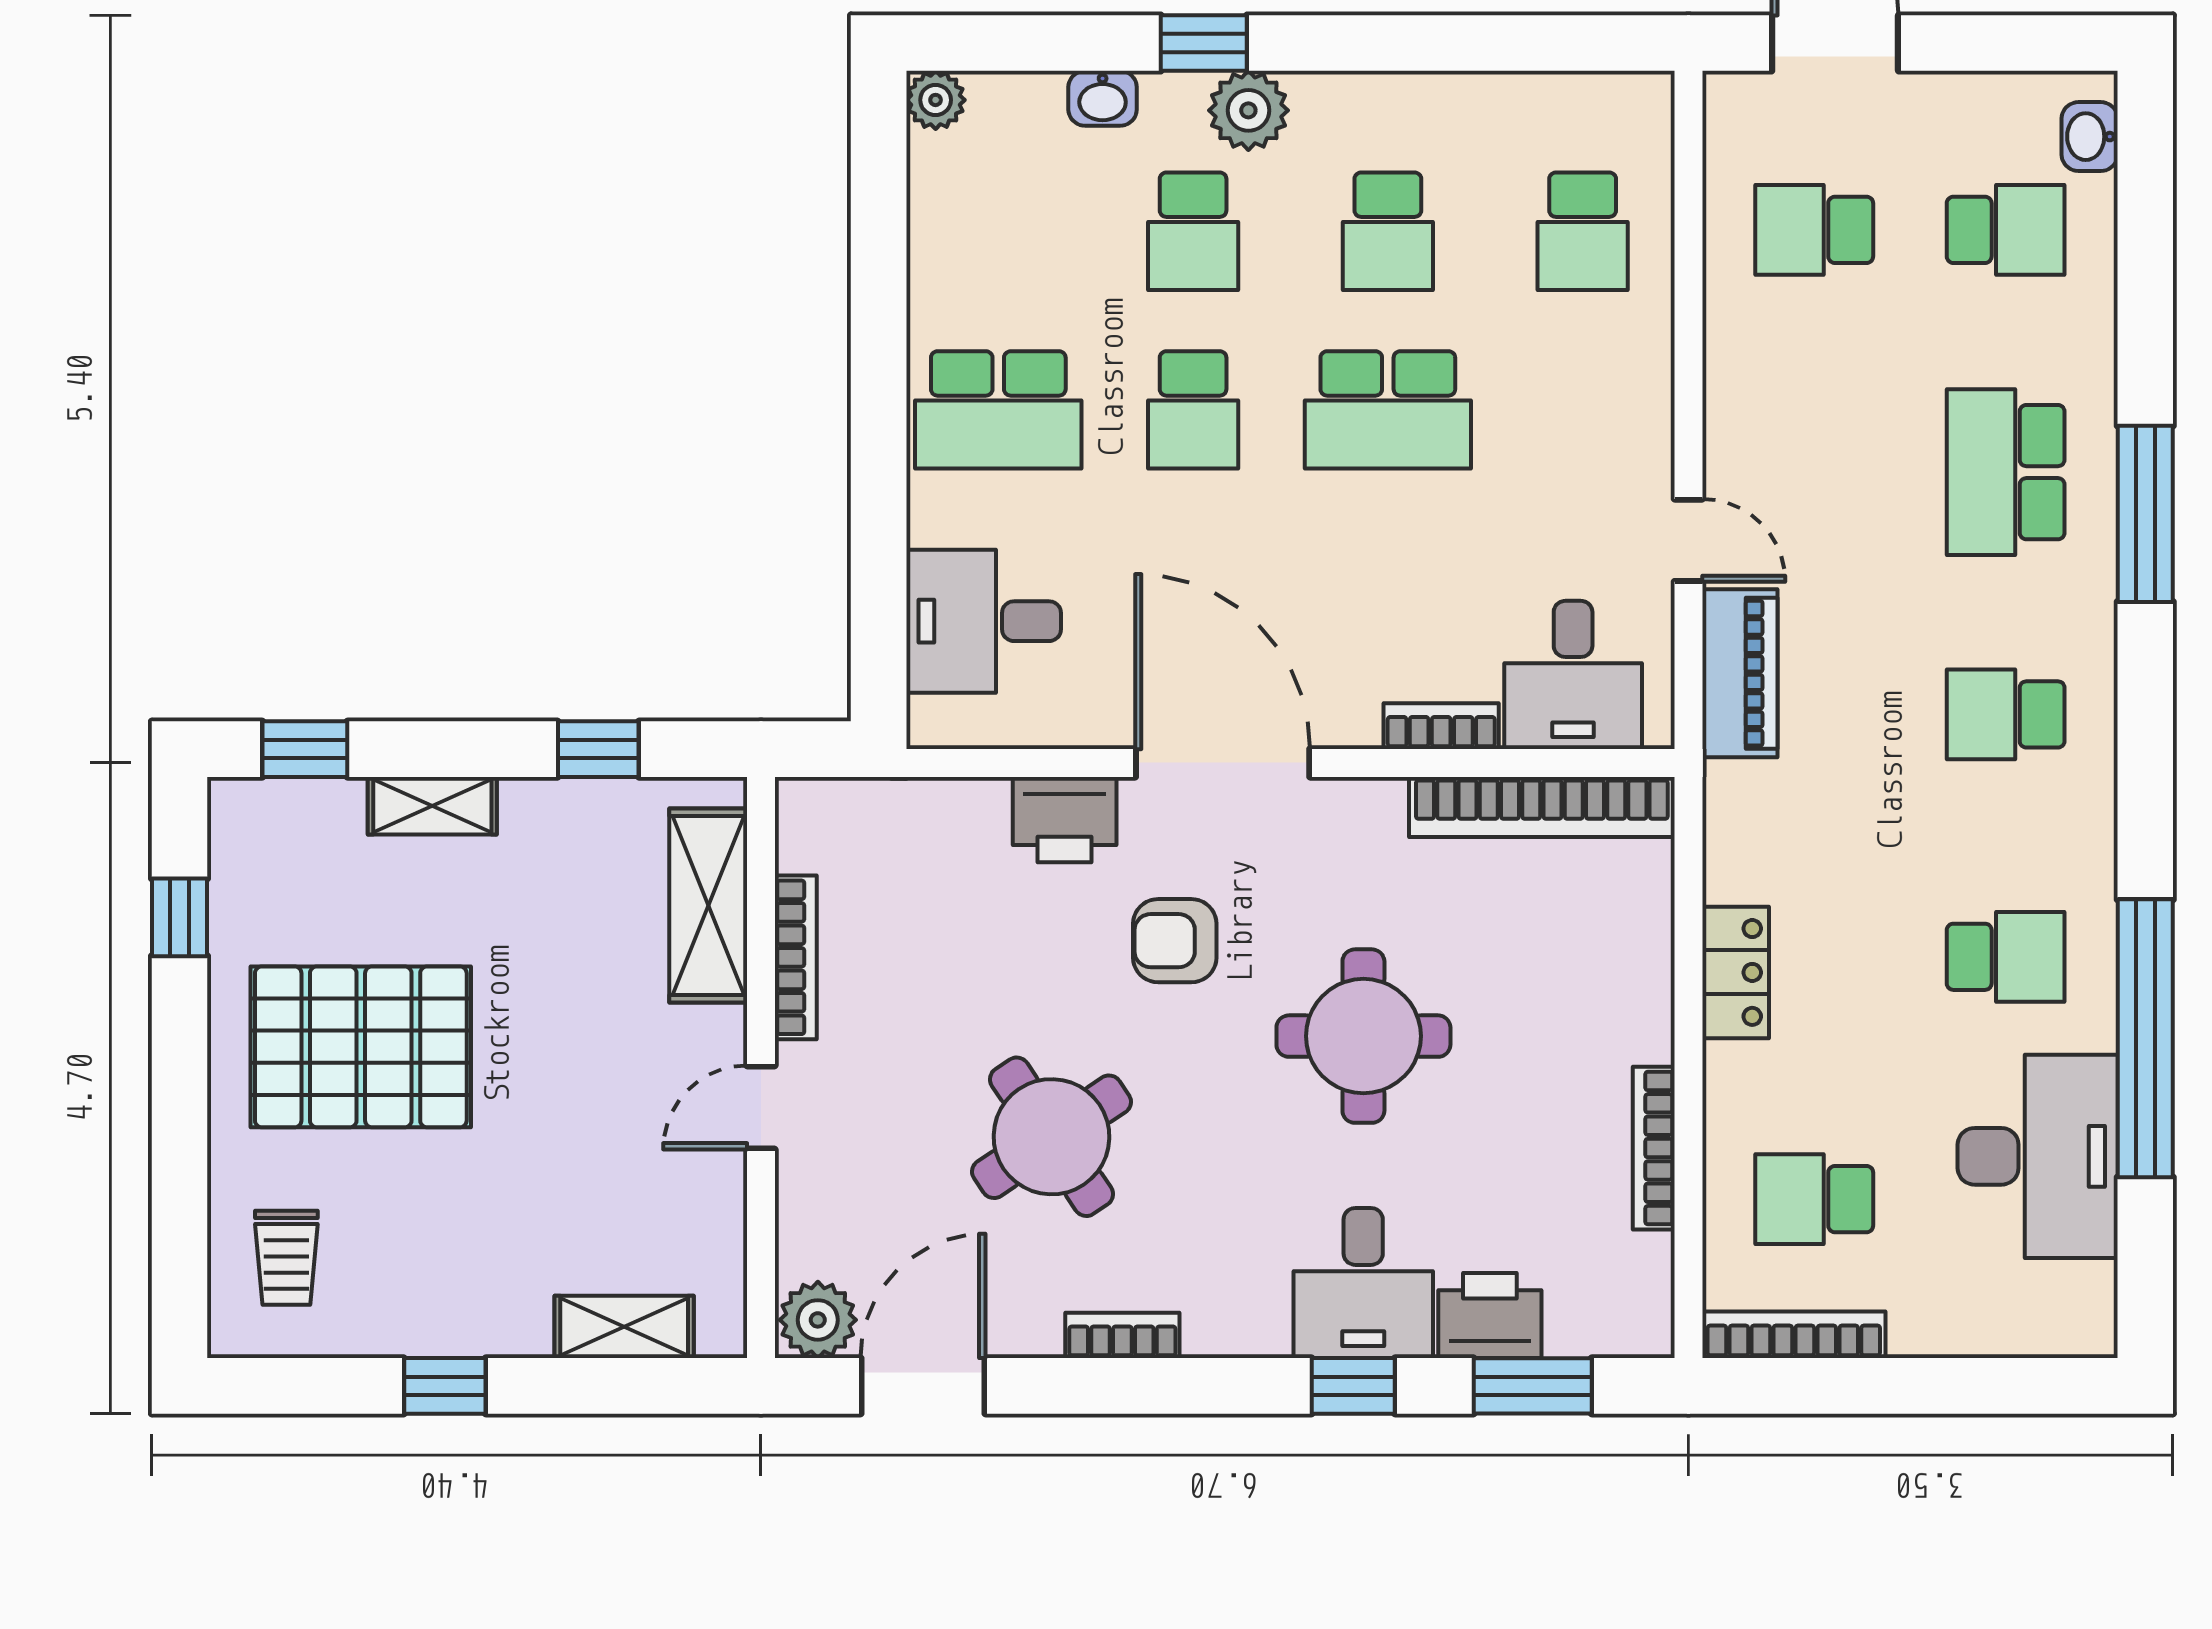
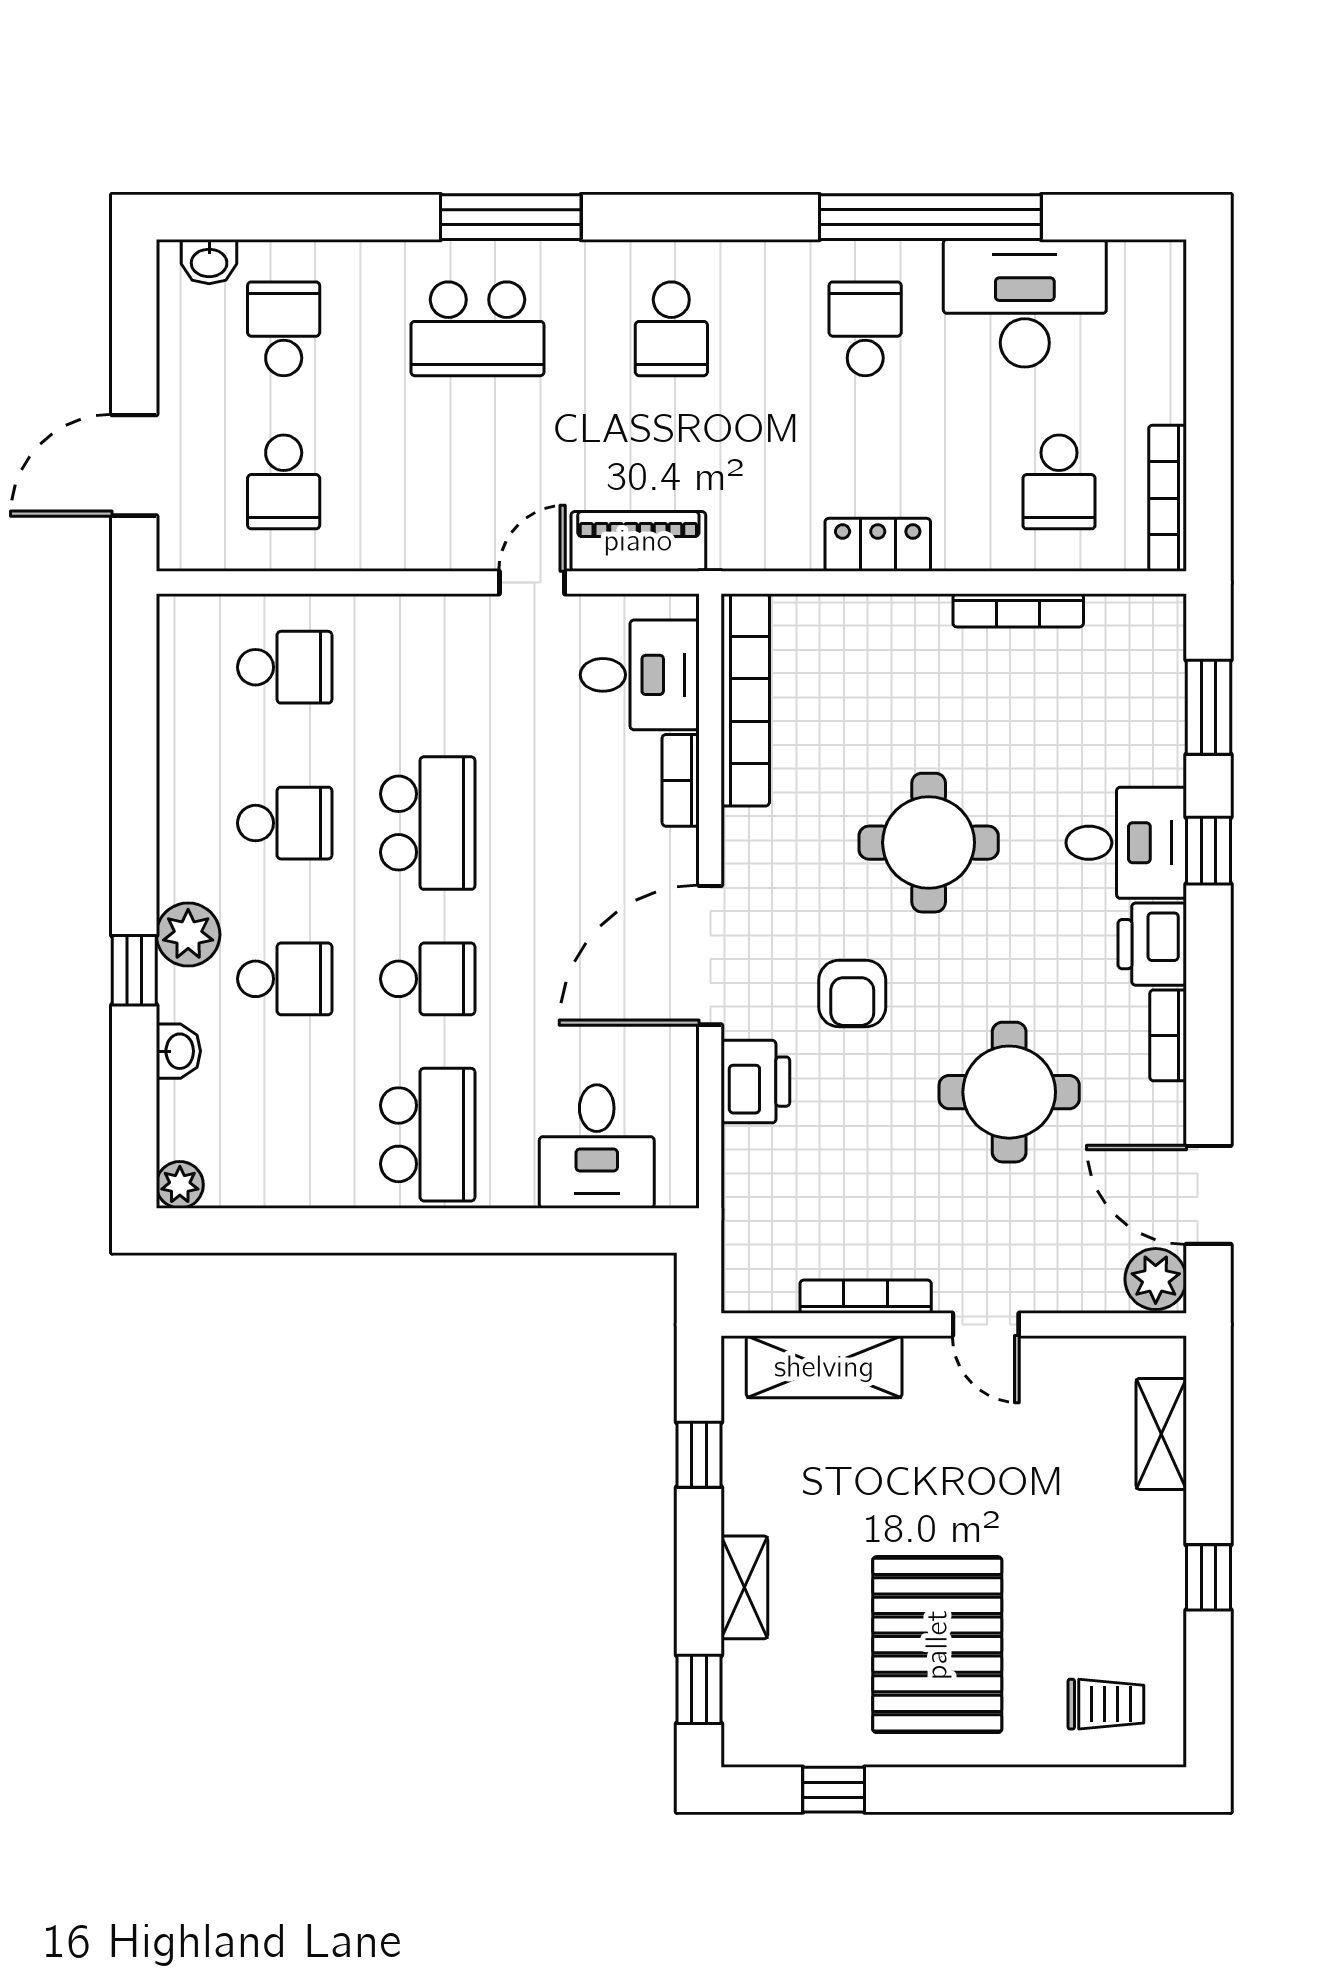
round table: (1052, 1137) -> (1009, 1092), turned 34
printer: (1490, 1316) -> (1152, 944), moved

